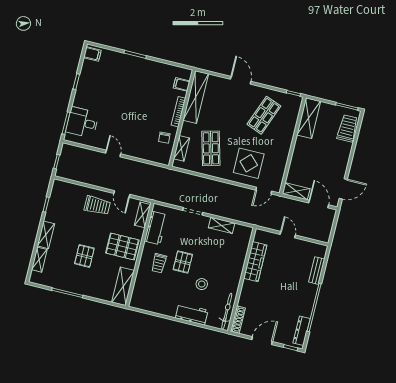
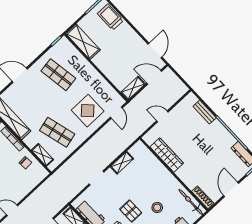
shop shelf: (264, 115) -> (58, 75), turned -30

